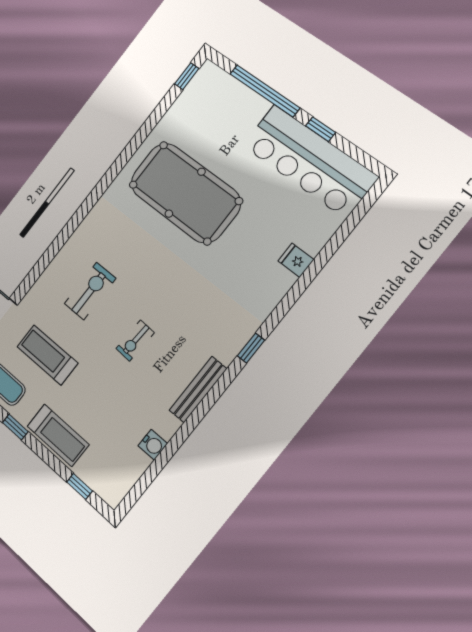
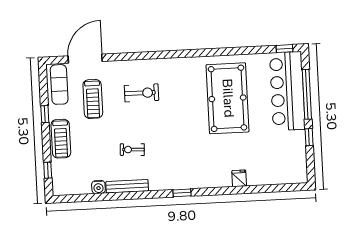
bar counter: (309, 161) -> (287, 91), moved
exercise bike: (135, 341) -> (132, 150), moved
treadmill: (47, 355) -> (93, 99), turned 180
bench: (198, 390) -> (127, 186), moved

